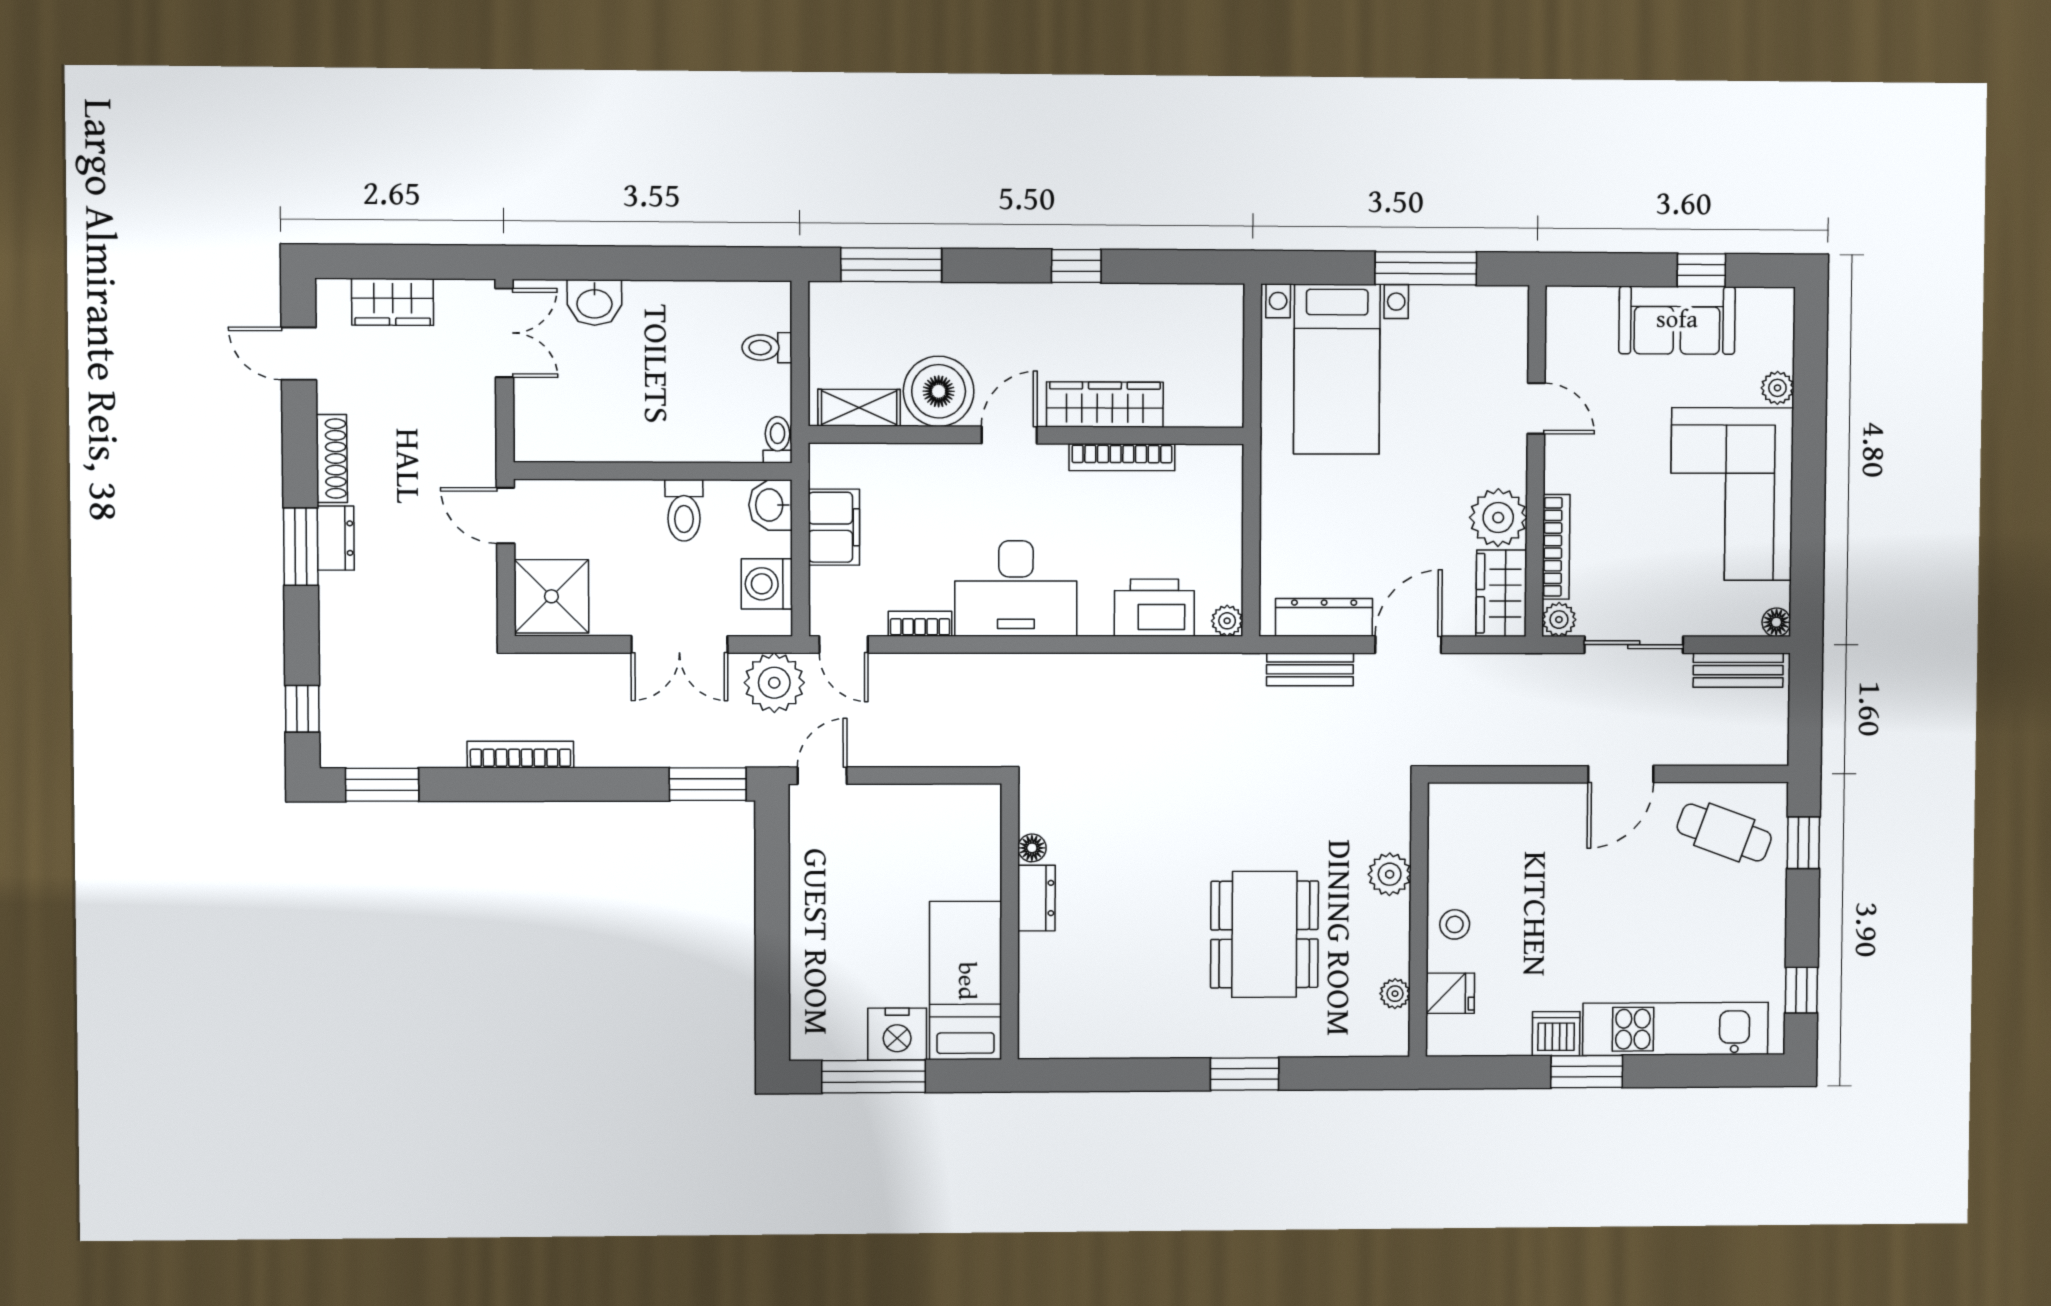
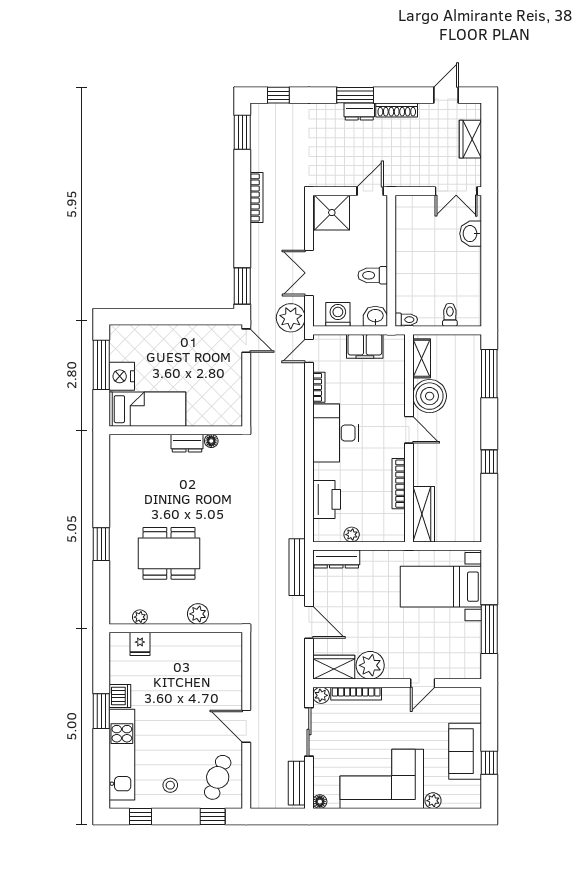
wardrobe: (1105, 405) -> (424, 514), moved
dresser: (1324, 617) -> (336, 559), moved, turned 90
plant: (1227, 621) -> (352, 535), moved
bench: (1310, 669) -> (297, 567), width x1.36
stool: (1455, 924) -> (170, 785), moved

